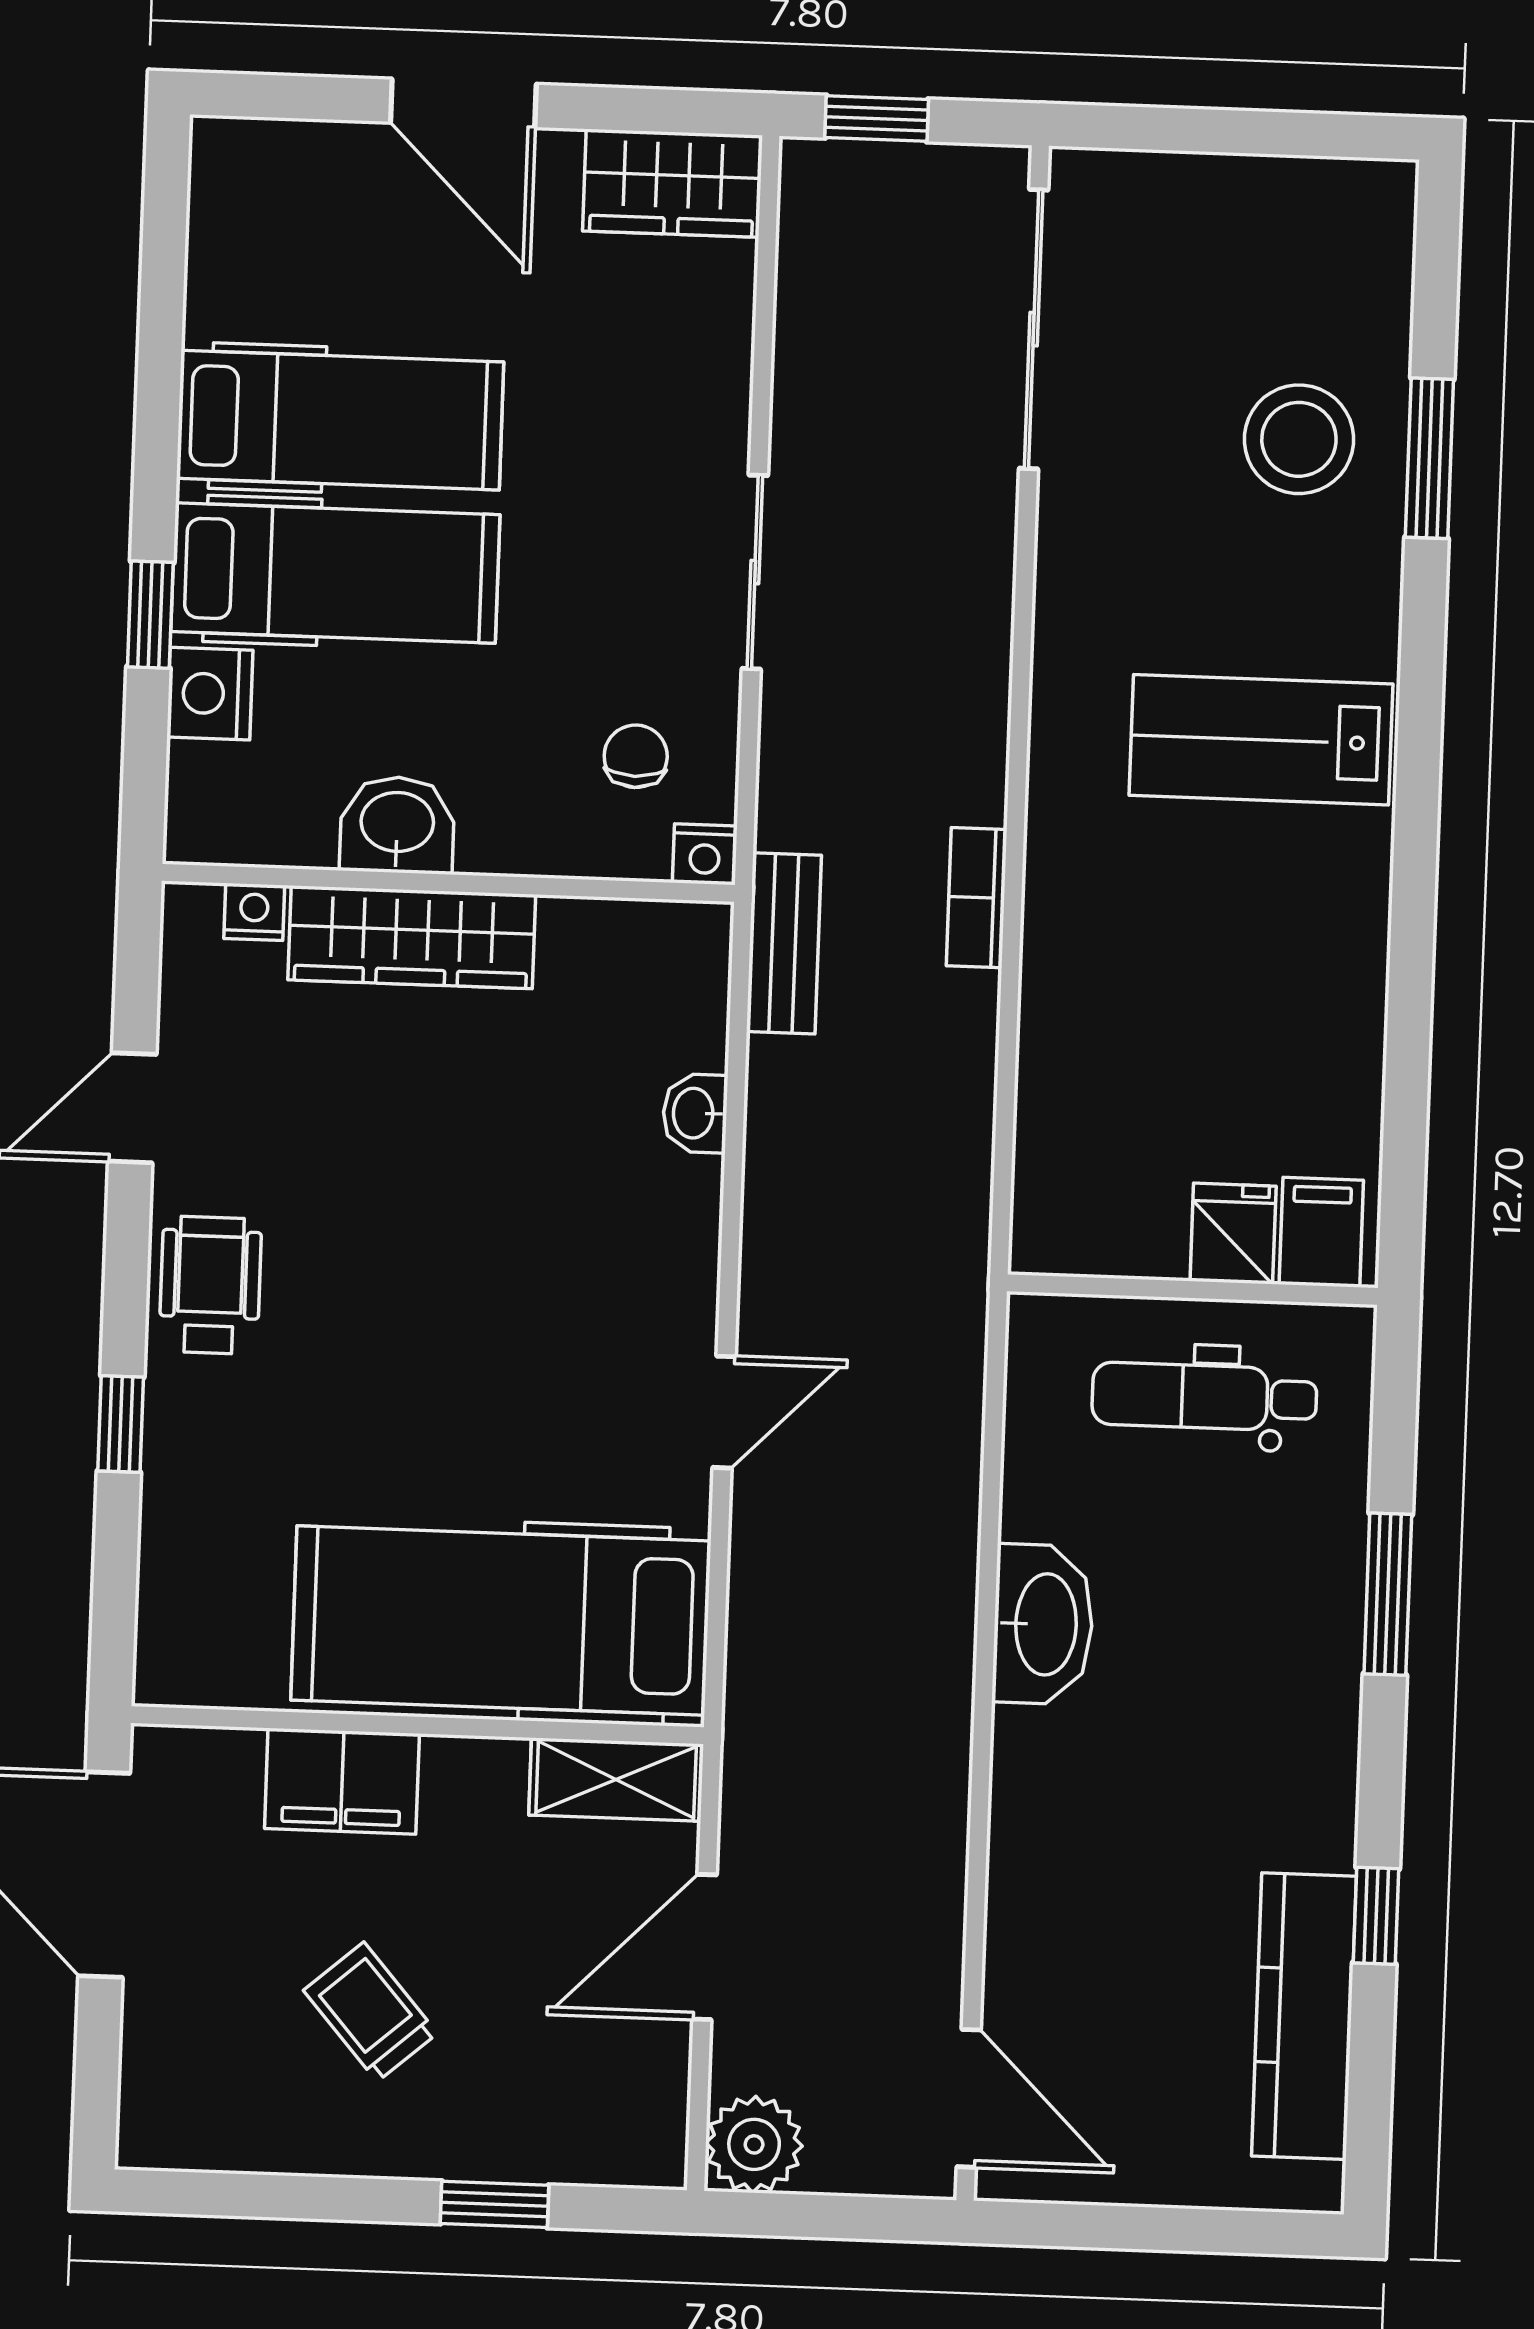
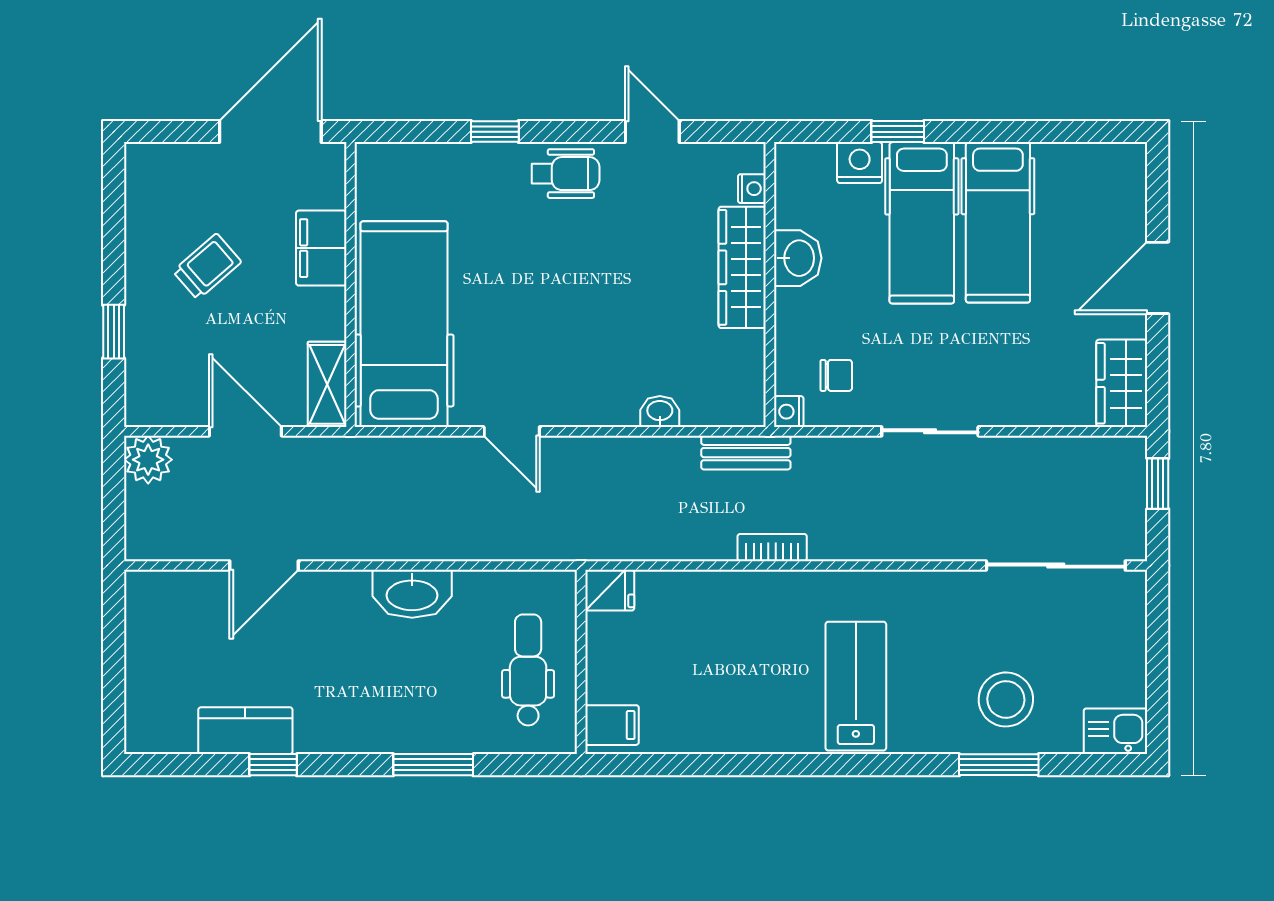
kitchen sink: (1371, 221) -> (1116, 731), added
fridge: (1233, 1234) -> (610, 590), moved
kitchen counter: (1304, 2016) -> (245, 731), width x0.67
door: (969, 2098) -> (264, 566), moved

